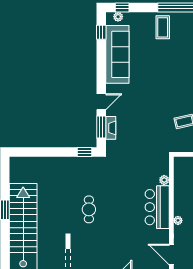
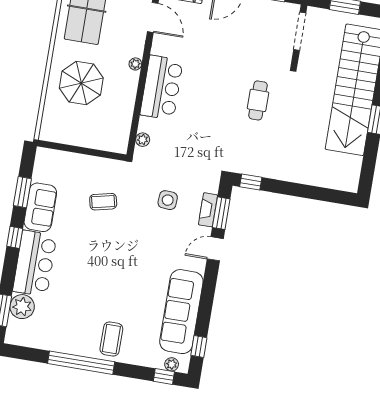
side table: (140, 130) -> (168, 200), added
plant: (164, 180) -> (143, 140), moved

